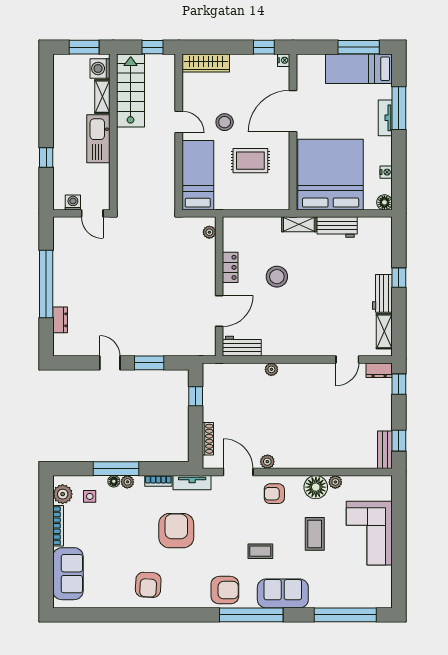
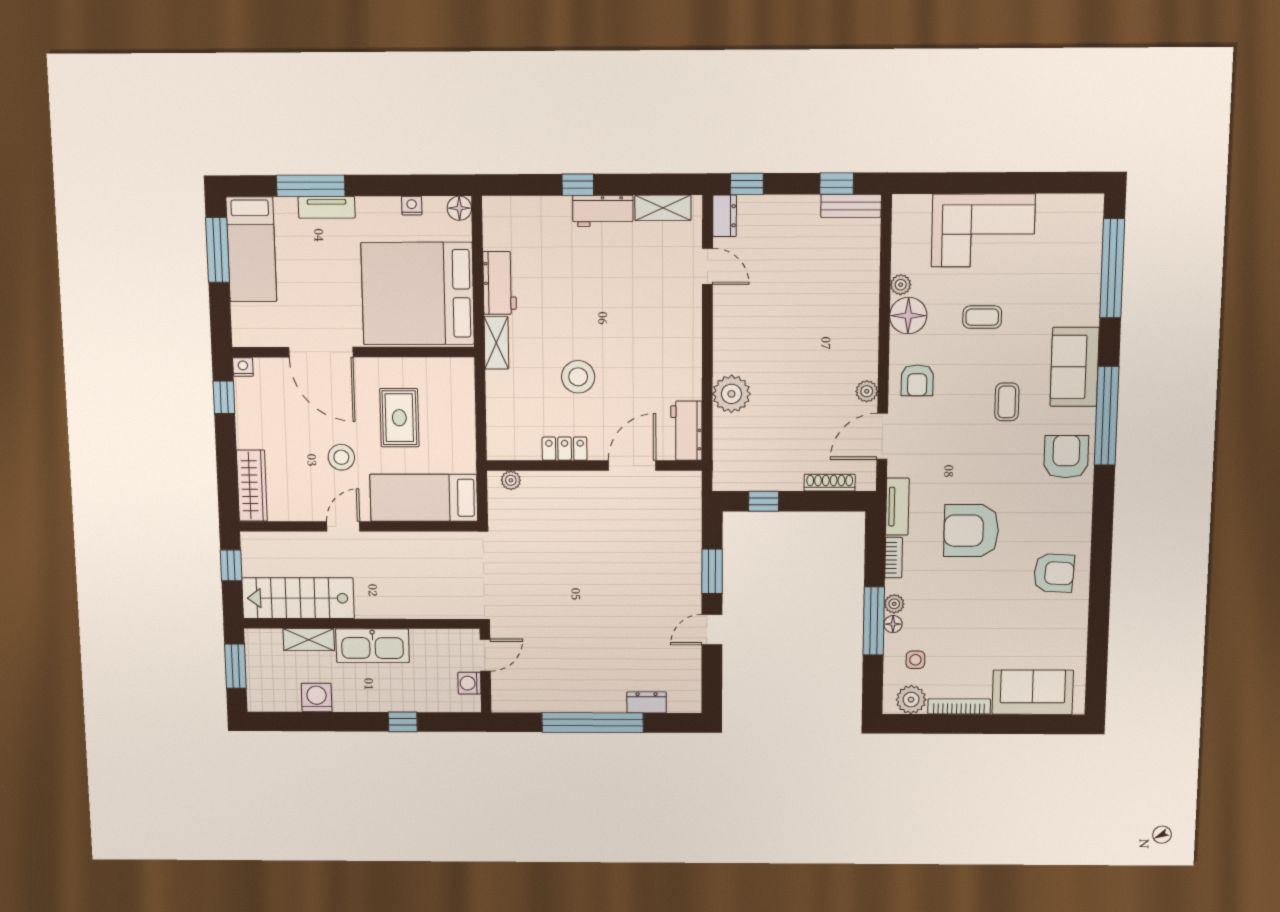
washing machine: (100, 68) -> (317, 698), moved, turned 180
door: (219, 311) -> (632, 465), hinge flipped
plant: (271, 369) -> (731, 394), width x1.87, depth x1.87
coffee table: (315, 534) -> (982, 317), width x0.73, depth x0.77

